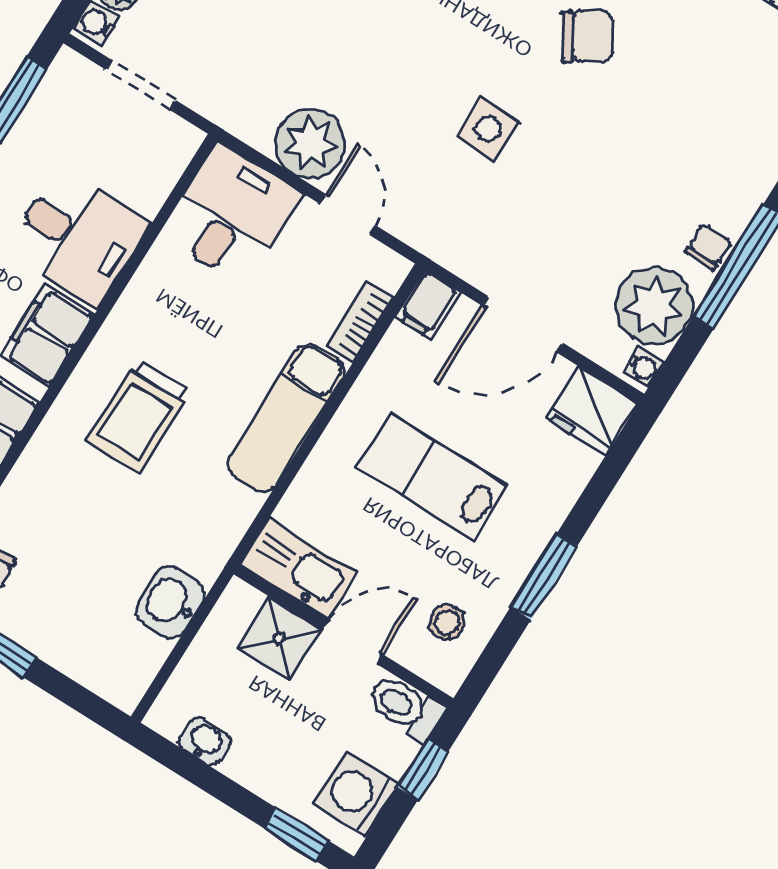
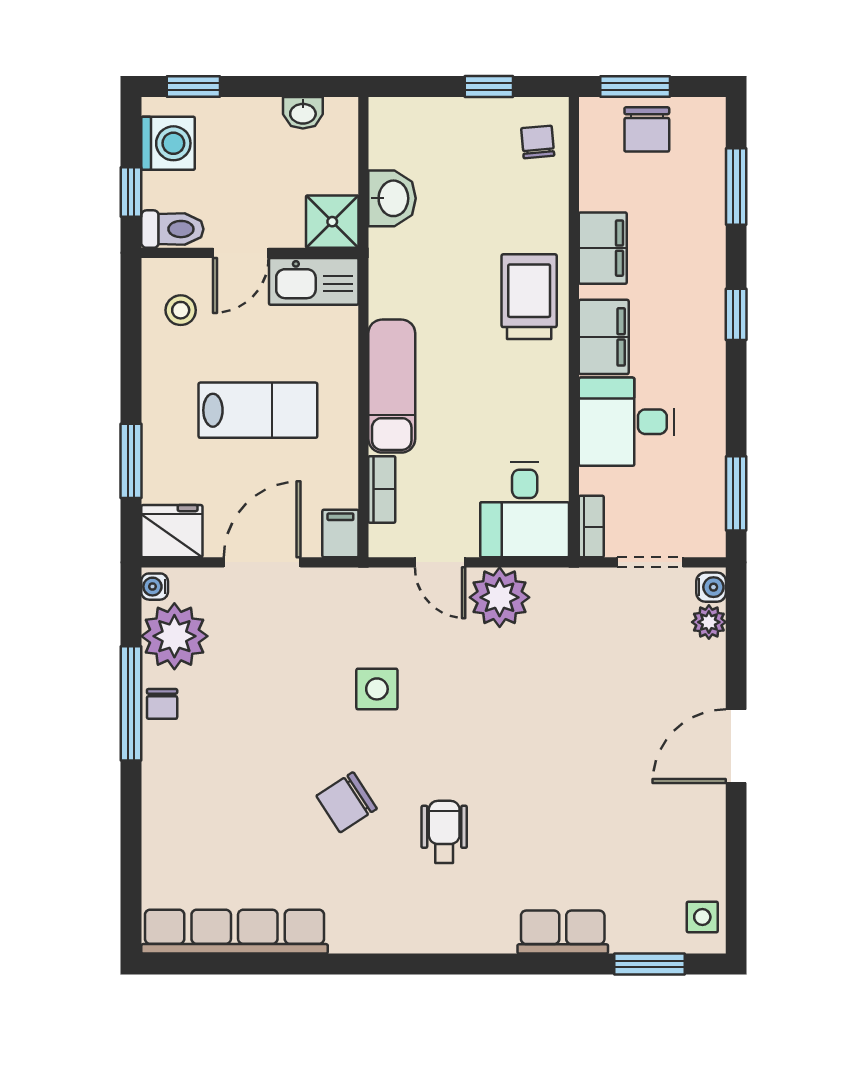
bookcase: (177, 157) -> (591, 527), added
trolley: (139, 416) -> (529, 297), moved
window: (544, 577) -> (131, 461), moved
shower: (279, 638) -> (332, 222), moved

